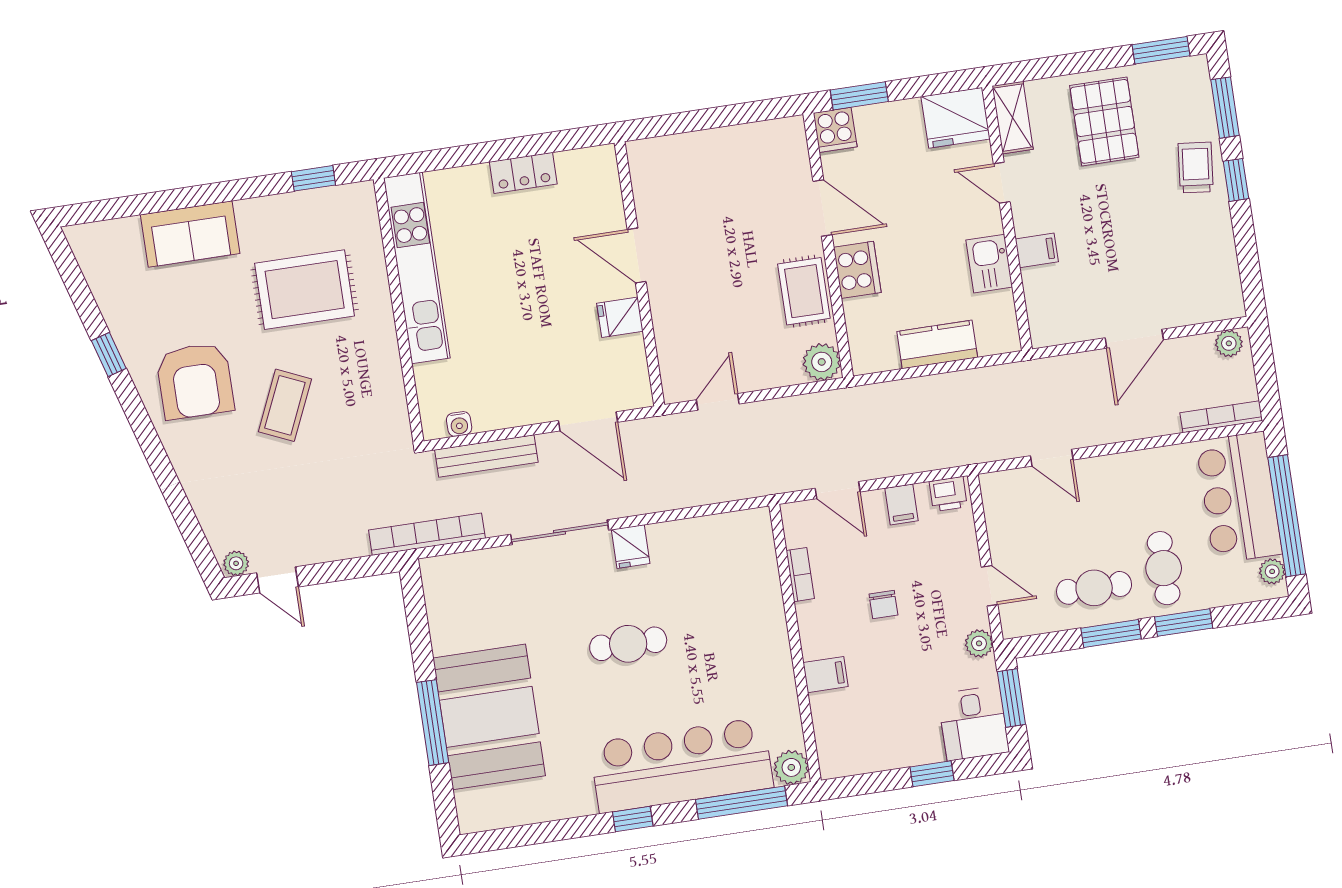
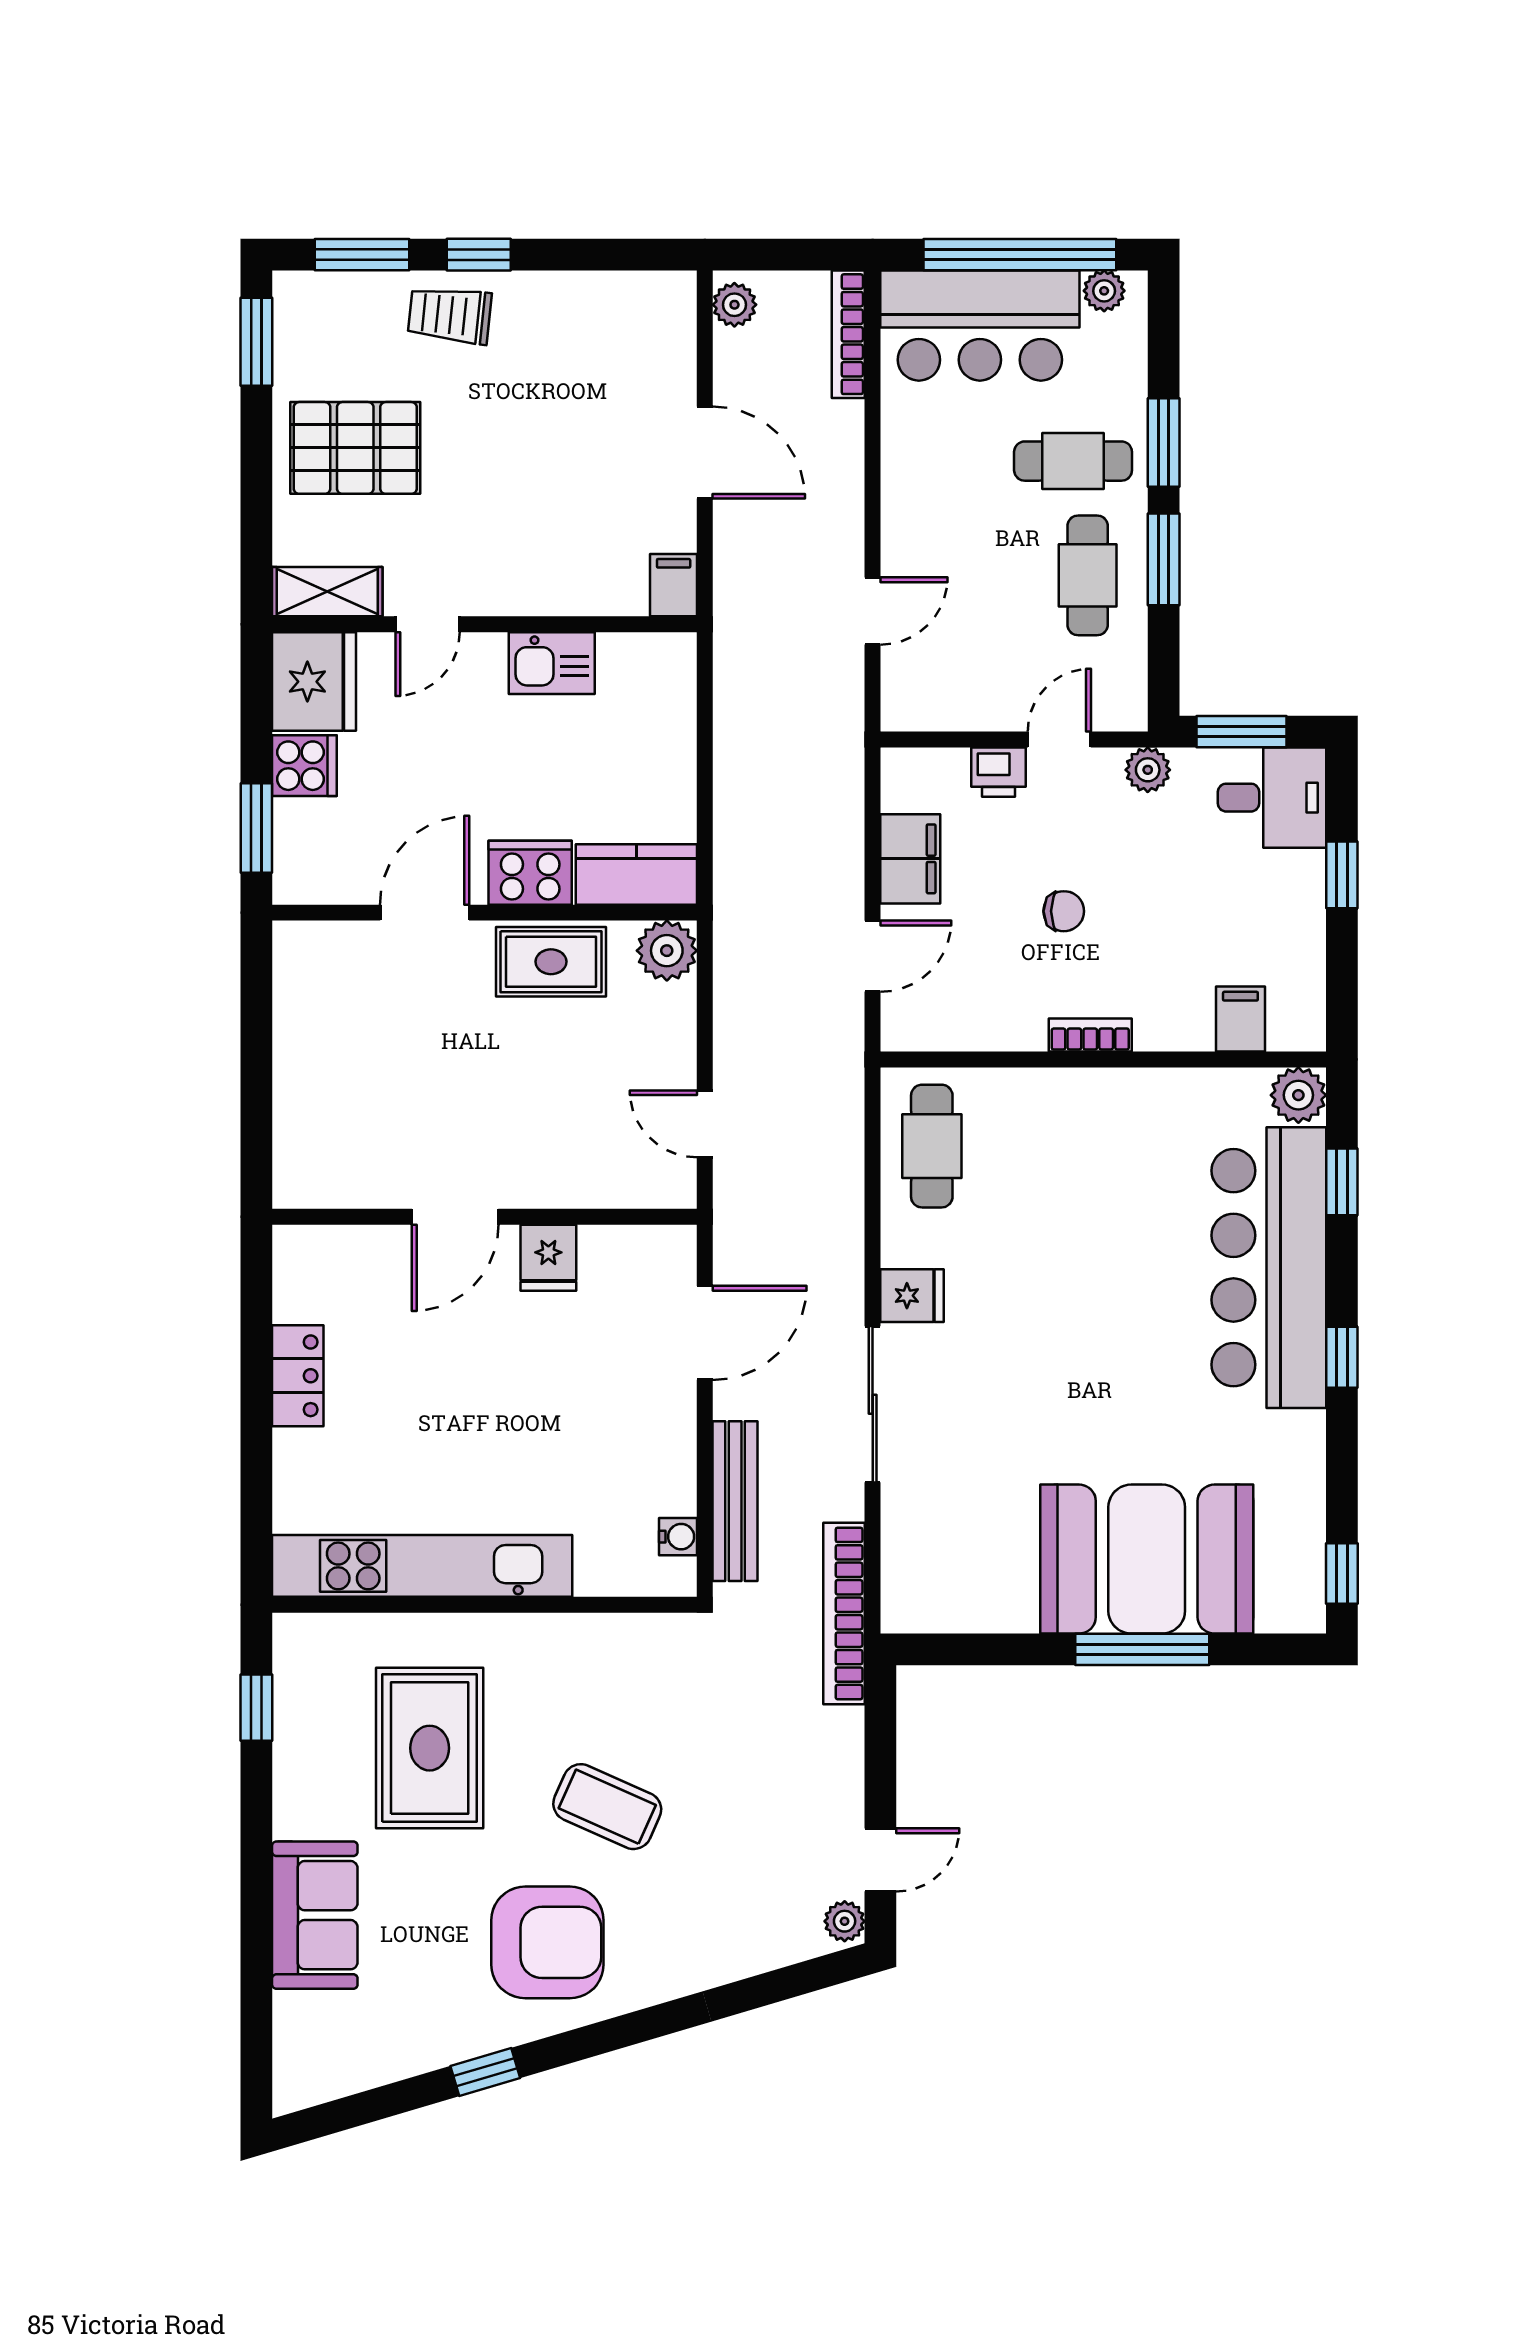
cooker: (835, 130) -> (304, 766), moved
filing cabinet: (1037, 250) -> (674, 585), moved
kitchen counter: (937, 344) -> (636, 874), moved, turned 90
printer: (948, 494) -> (999, 772), moved, turned 90
filing cabinet: (901, 504) -> (910, 859), width x2.00
bookcase: (800, 575) -> (1090, 1035), moved
cafe table: (628, 644) -> (932, 1146), moved
filing cabinet: (826, 675) -> (1240, 1019), moved
window: (741, 803) -> (1342, 1182), width x0.46
window: (498, 839) -> (1342, 1574), added

